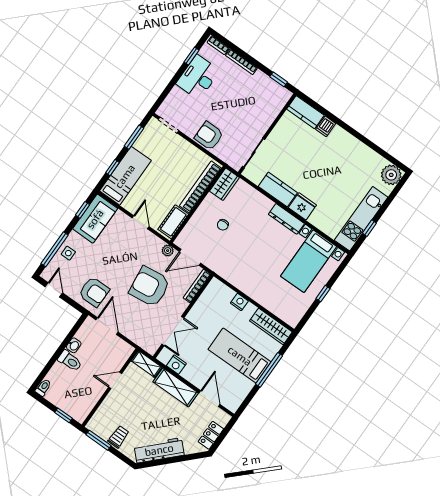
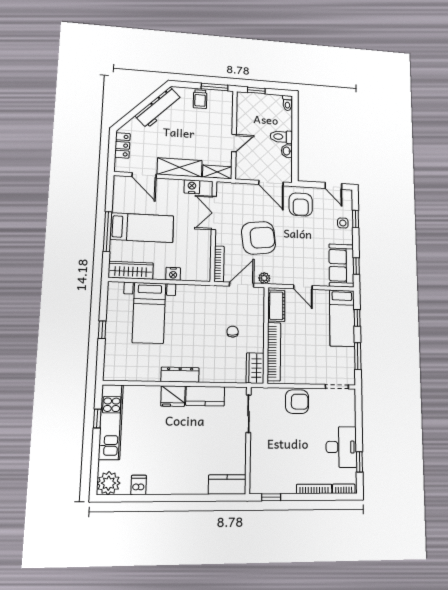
dishwasher: (326, 126) -> (139, 485), moved
window: (55, 249) -> (356, 219), width x0.46
bed with nightstands: (309, 261) -> (149, 313), moved, turned 180
armchair: (94, 292) -> (301, 204), turned -90

